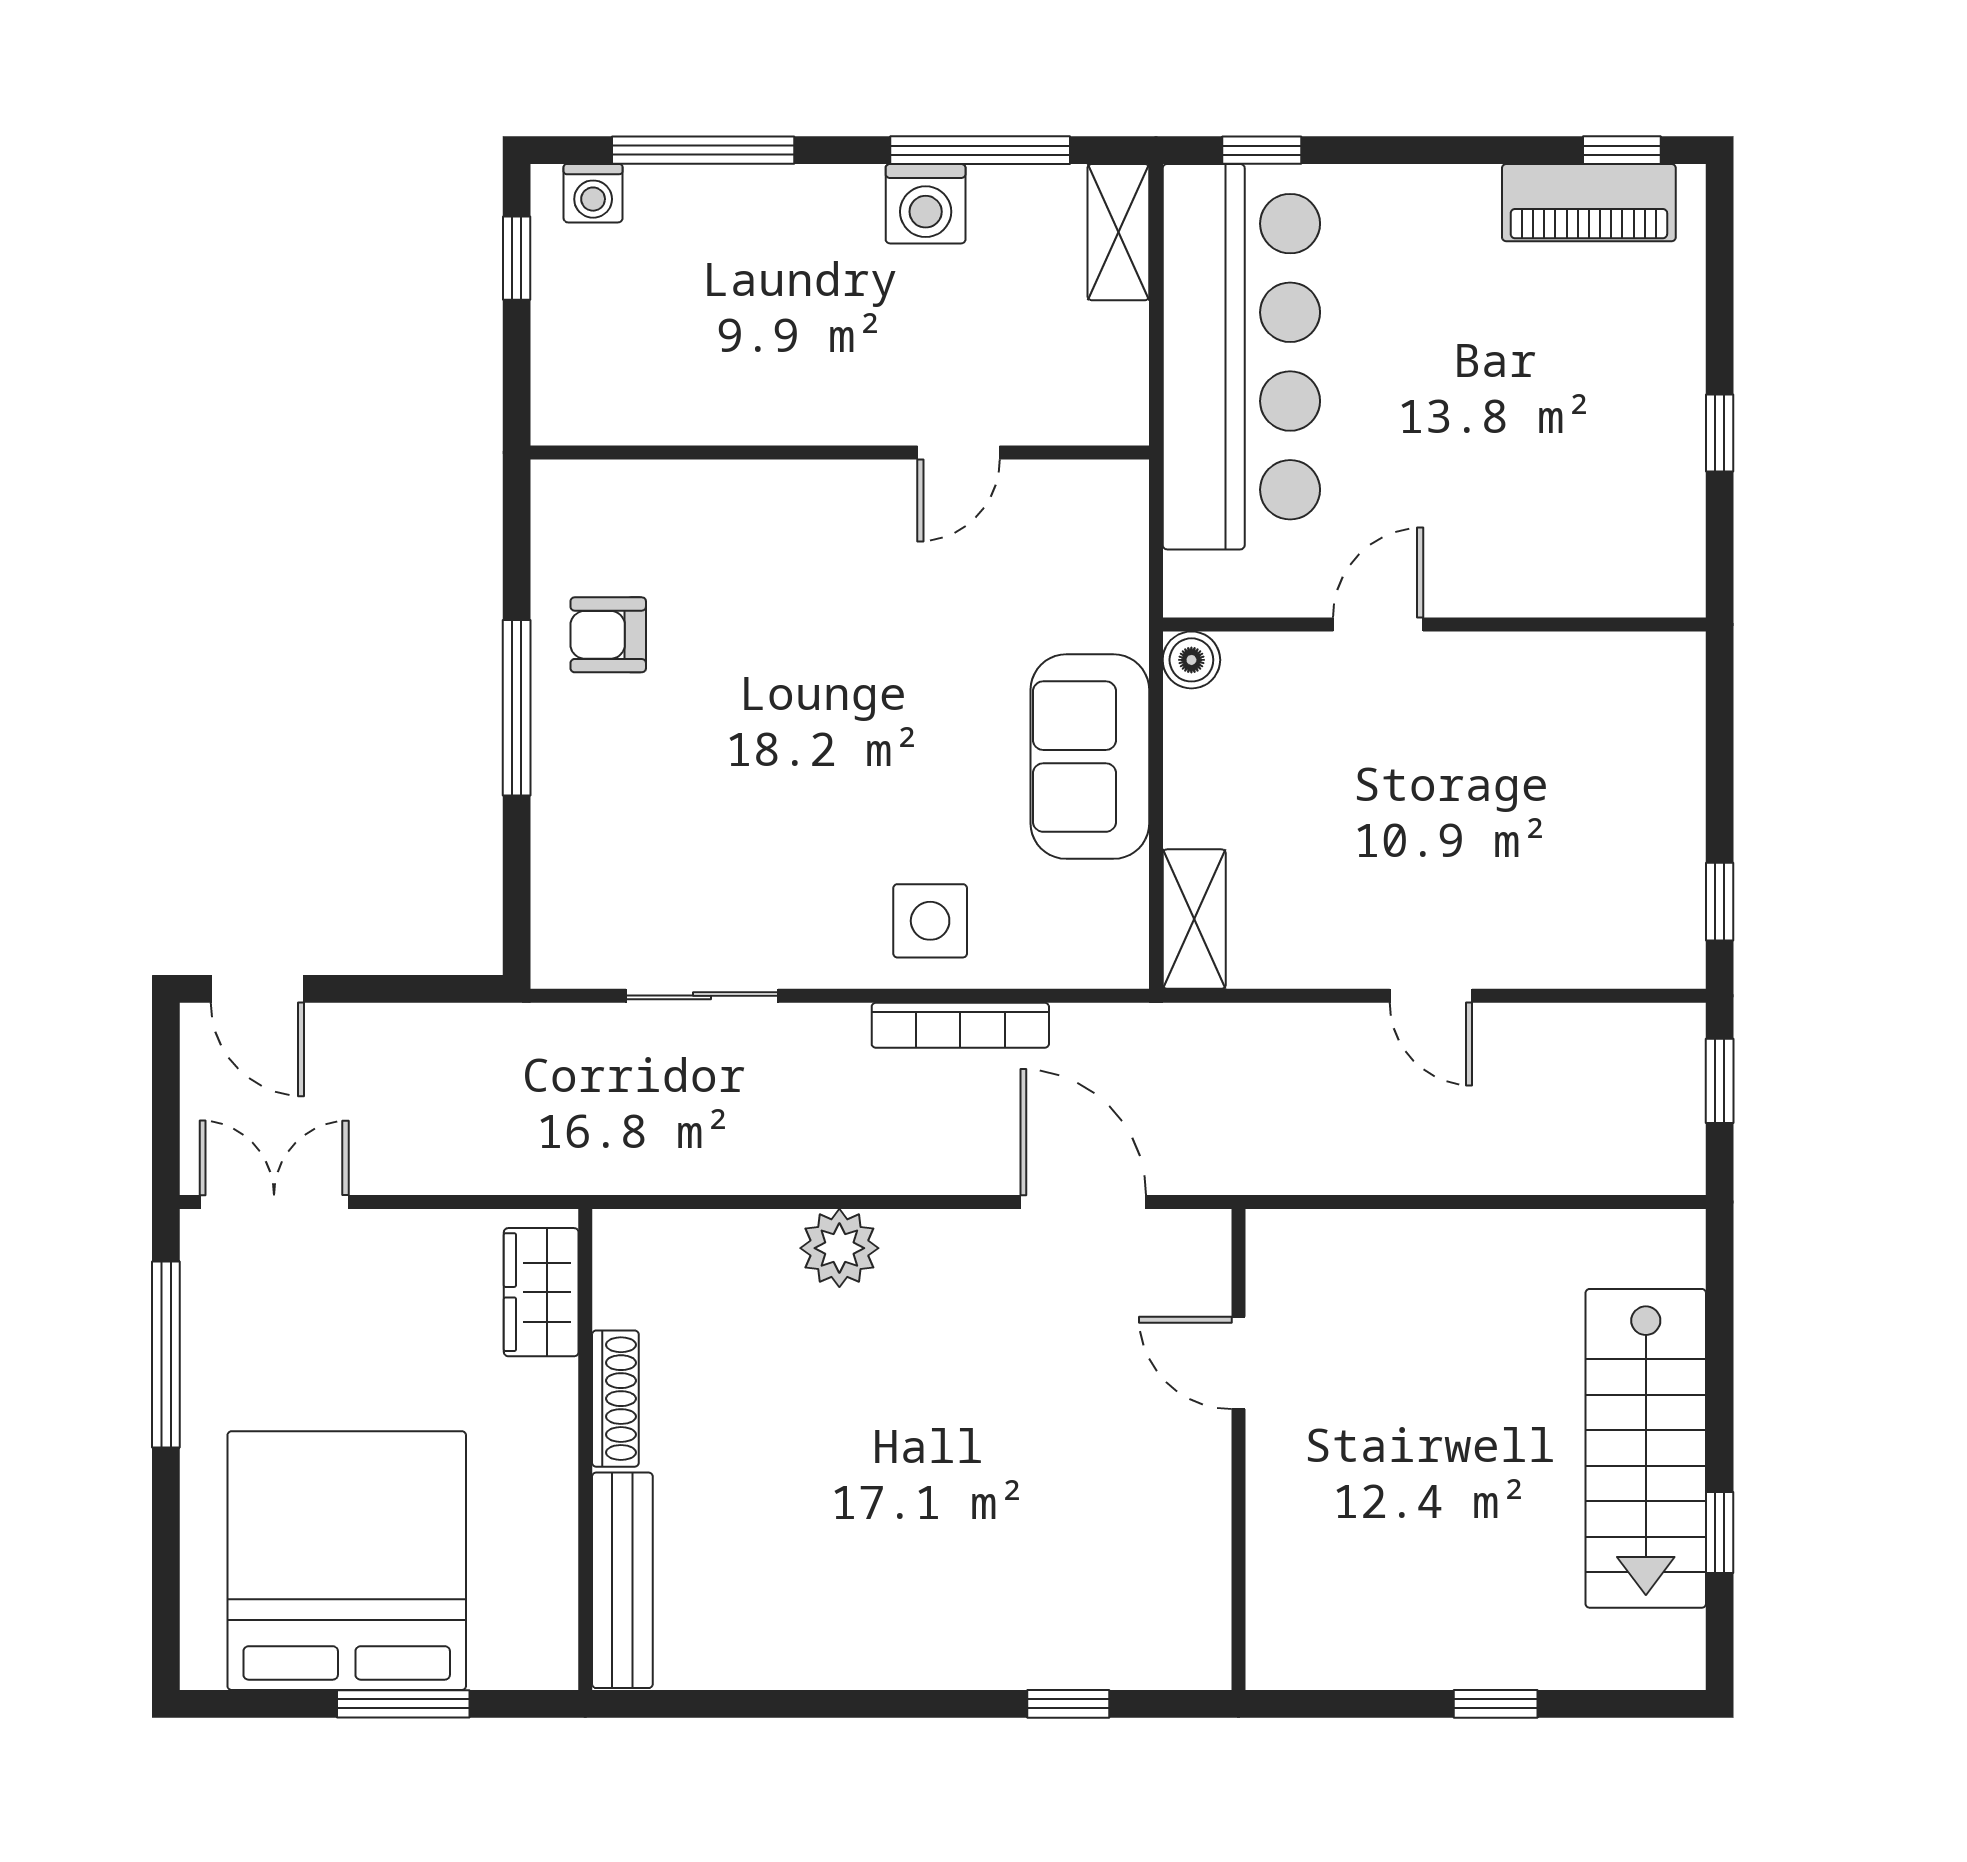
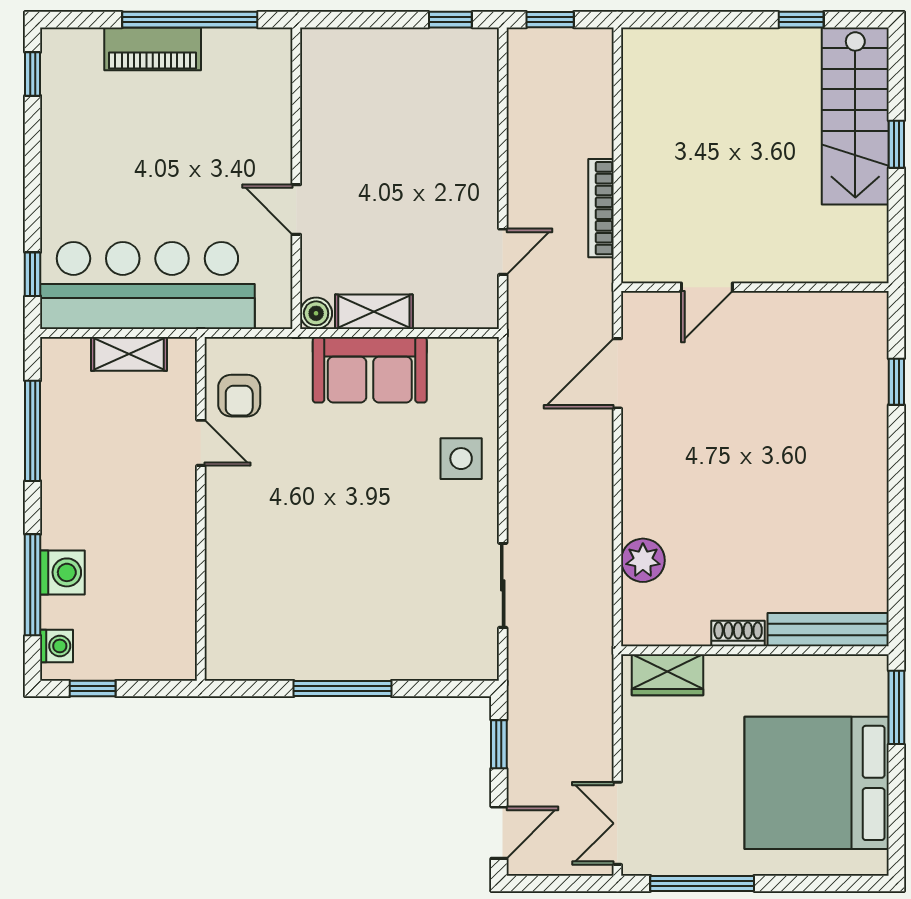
piano: (1589, 203) -> (153, 49), moved, turned 90
washing machine: (926, 204) -> (62, 572), moved
shelving: (1118, 232) -> (129, 354), moved
window: (1720, 433) -> (190, 20), width x3.17
armchair: (608, 635) -> (239, 396), moved
shelving: (1194, 919) -> (374, 312), moved
window: (416, 989) -> (499, 744), added
door: (1431, 996) -> (503, 252), moved
bookcase: (960, 1025) -> (601, 208), moved, turned 180
plant: (839, 1248) -> (643, 560), moved
shoe rack: (615, 1399) -> (738, 634), width x0.70
stairs: (1646, 1448) -> (855, 116), moved, turned 90
window: (403, 1704) -> (896, 707), moved

